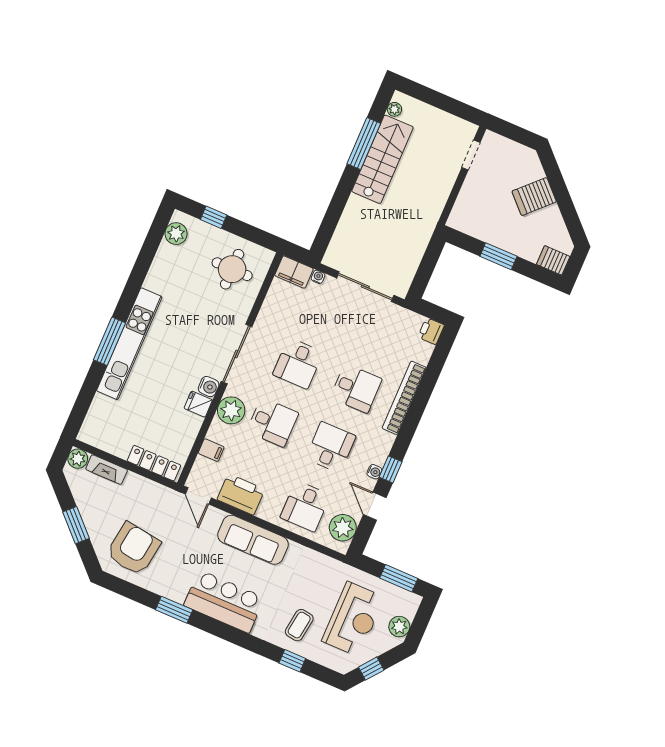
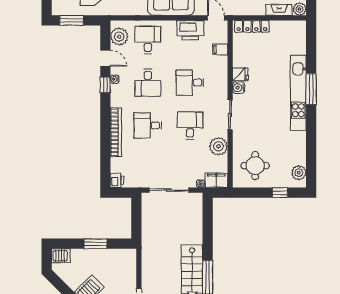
sliding door: (236, 354) -> (230, 115), width x0.73
plant: (231, 410) -> (218, 146), moved

